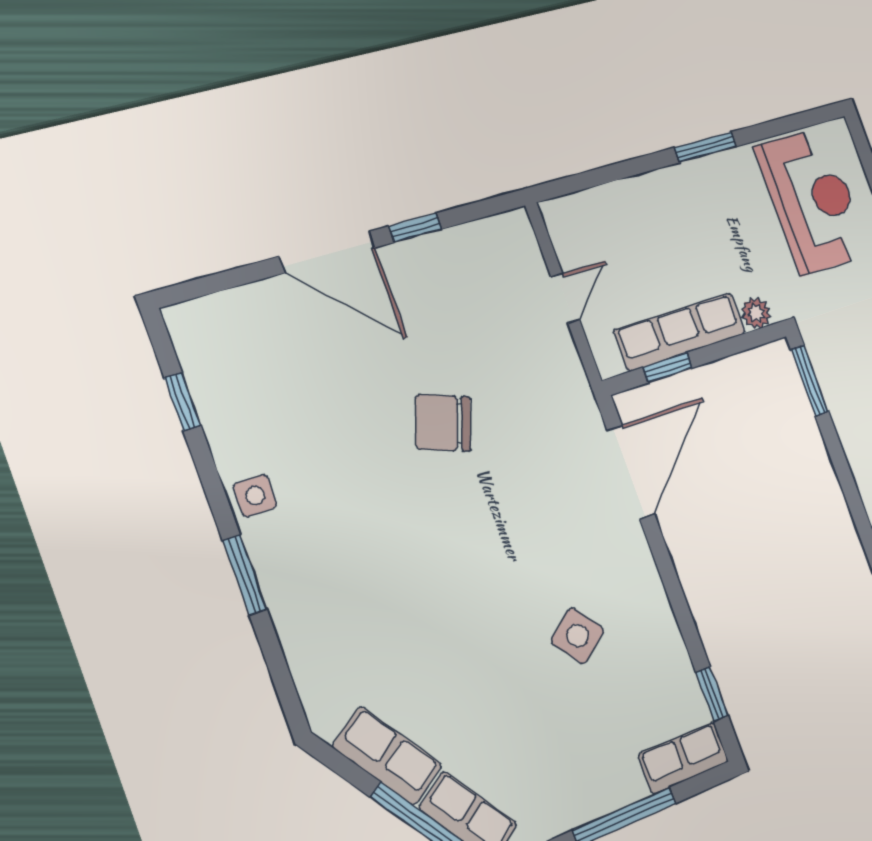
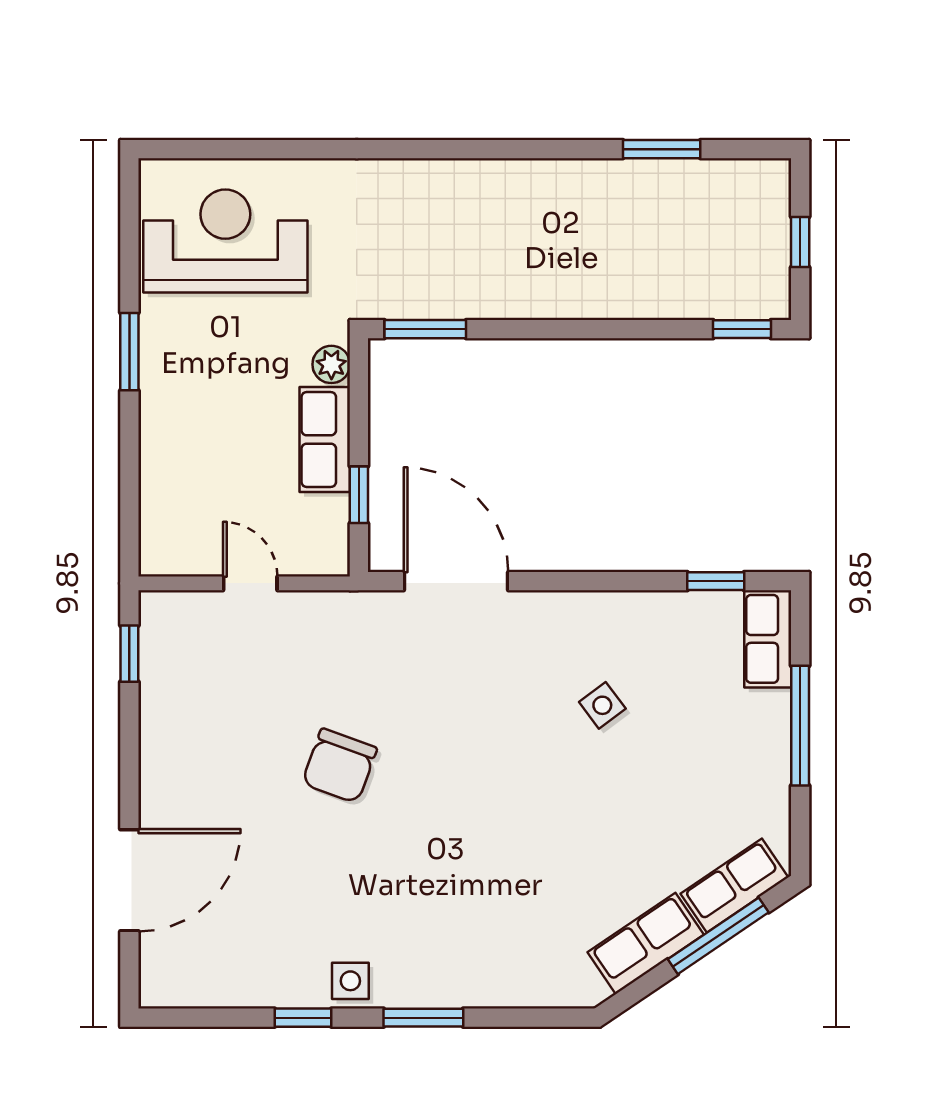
window: (415, 228) -> (129, 654), moved
door: (327, 252) -> (129, 880), moved
row of seats: (680, 332) -> (325, 439), width x0.68
window: (183, 402) -> (303, 1018), moved
side table: (578, 636) -> (602, 705), width x0.73, depth x0.73

